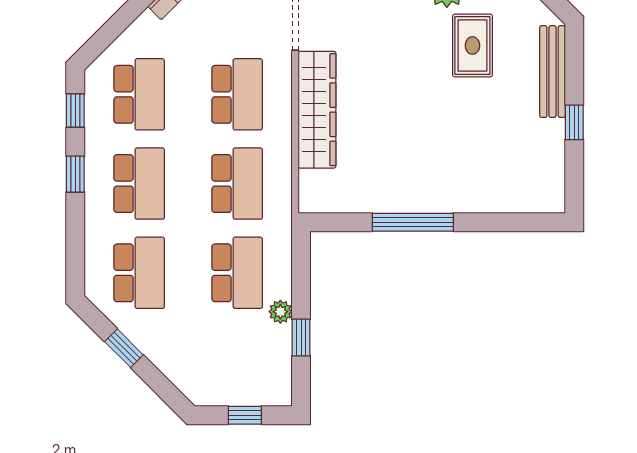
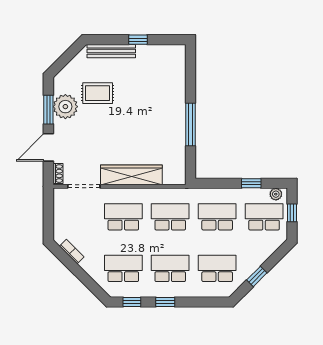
plant: (280, 312) -> (276, 194), moved
school desk: (237, 362) -> (264, 217), added

